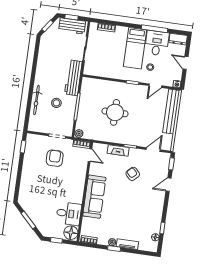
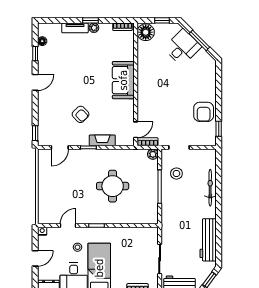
door: (186, 63) -> (35, 258), hinge flipped
workbench: (73, 78) -> (208, 240), moved, turned 180
stool: (56, 103) -> (176, 174), moved
bench: (171, 111) -> (44, 197), removed
door: (90, 155) -> (136, 130), swing flipped
armchair: (55, 158) -> (204, 112), moved
door: (168, 185) -> (35, 82), moved
sofa: (94, 197) -> (123, 80), width x0.73
desk: (69, 214) -> (182, 47), moved, turned 135

